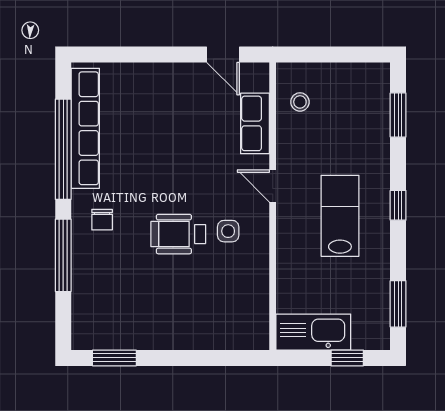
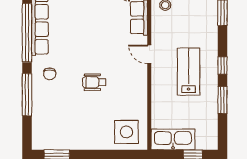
side table: (228, 231) -> (126, 132), moved, width x1.87, depth x1.87
wheelchair: (178, 234) -> (94, 82), width x0.73, depth x0.73
window: (398, 304) -> (222, 100), moved

